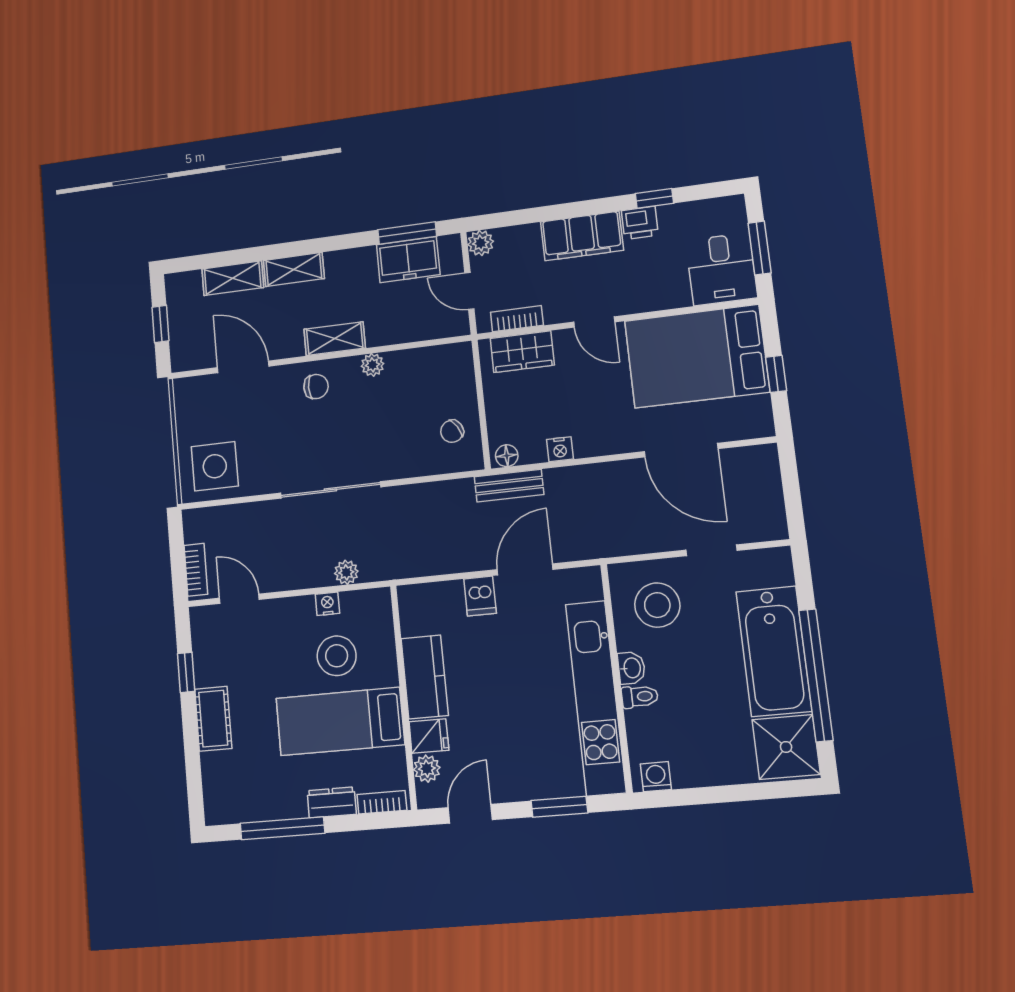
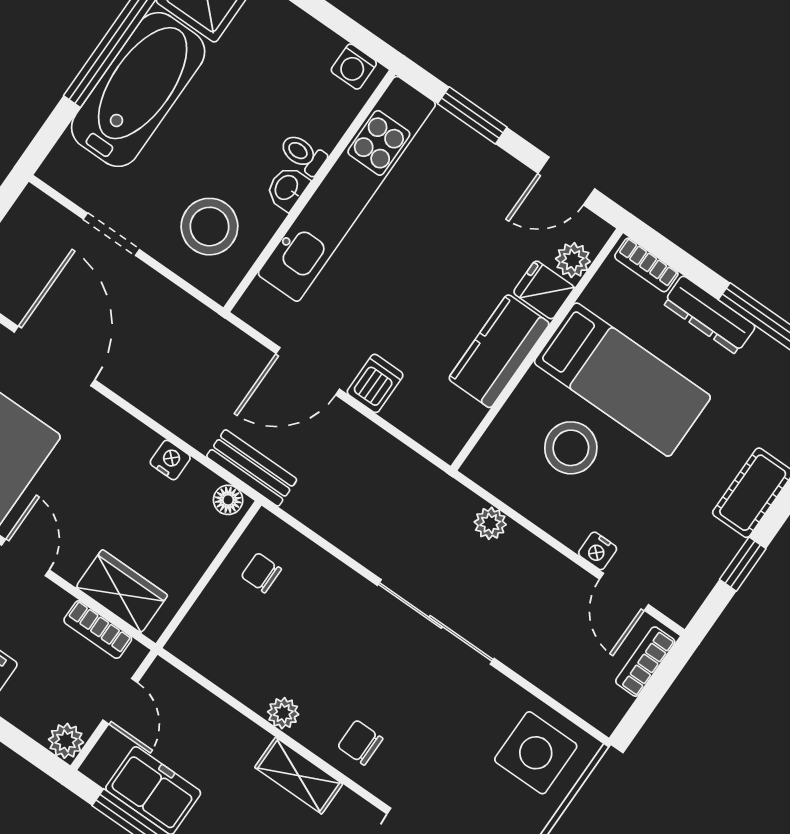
chair: (452, 431) -> (261, 573), turned -148
nightstand: (327, 604) -> (598, 551), moved
dresser: (332, 802) -> (709, 315), width x1.44

